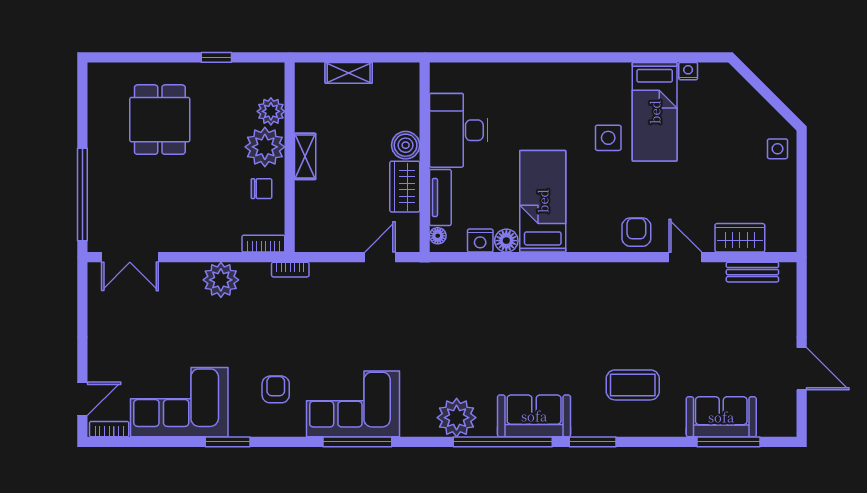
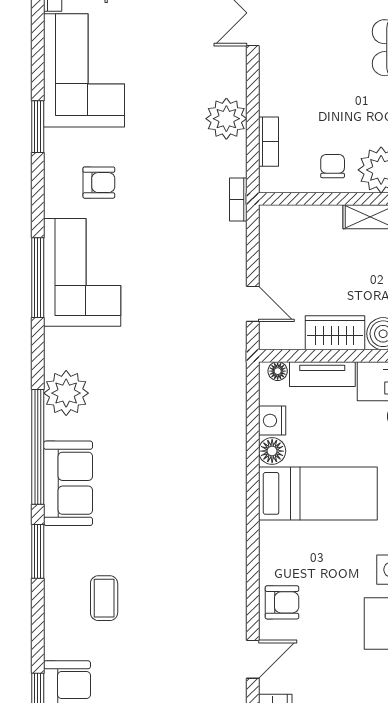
chair: (262, 189) -> (333, 166), turned 180
bookcase: (263, 244) -> (269, 142), moved
coffee table: (633, 385) -> (104, 598), width x0.73, depth x0.77

